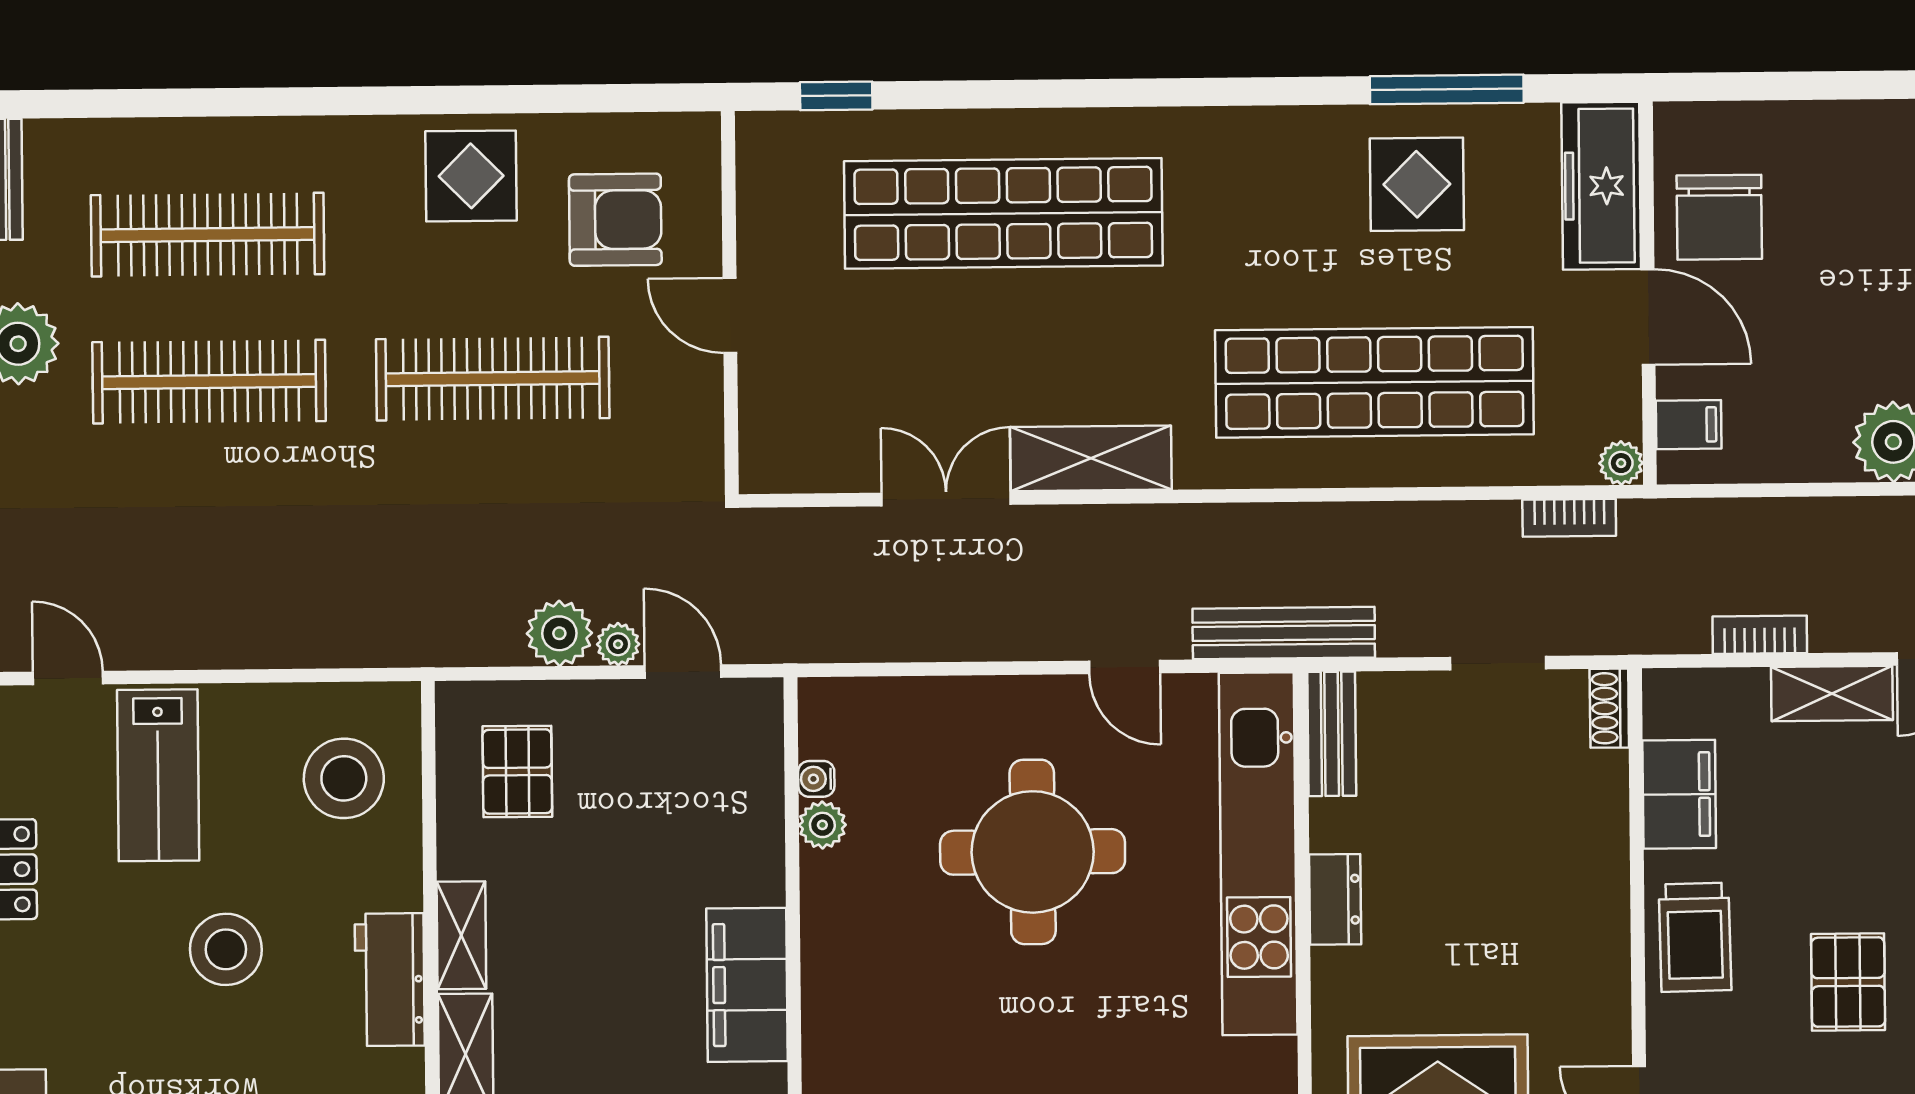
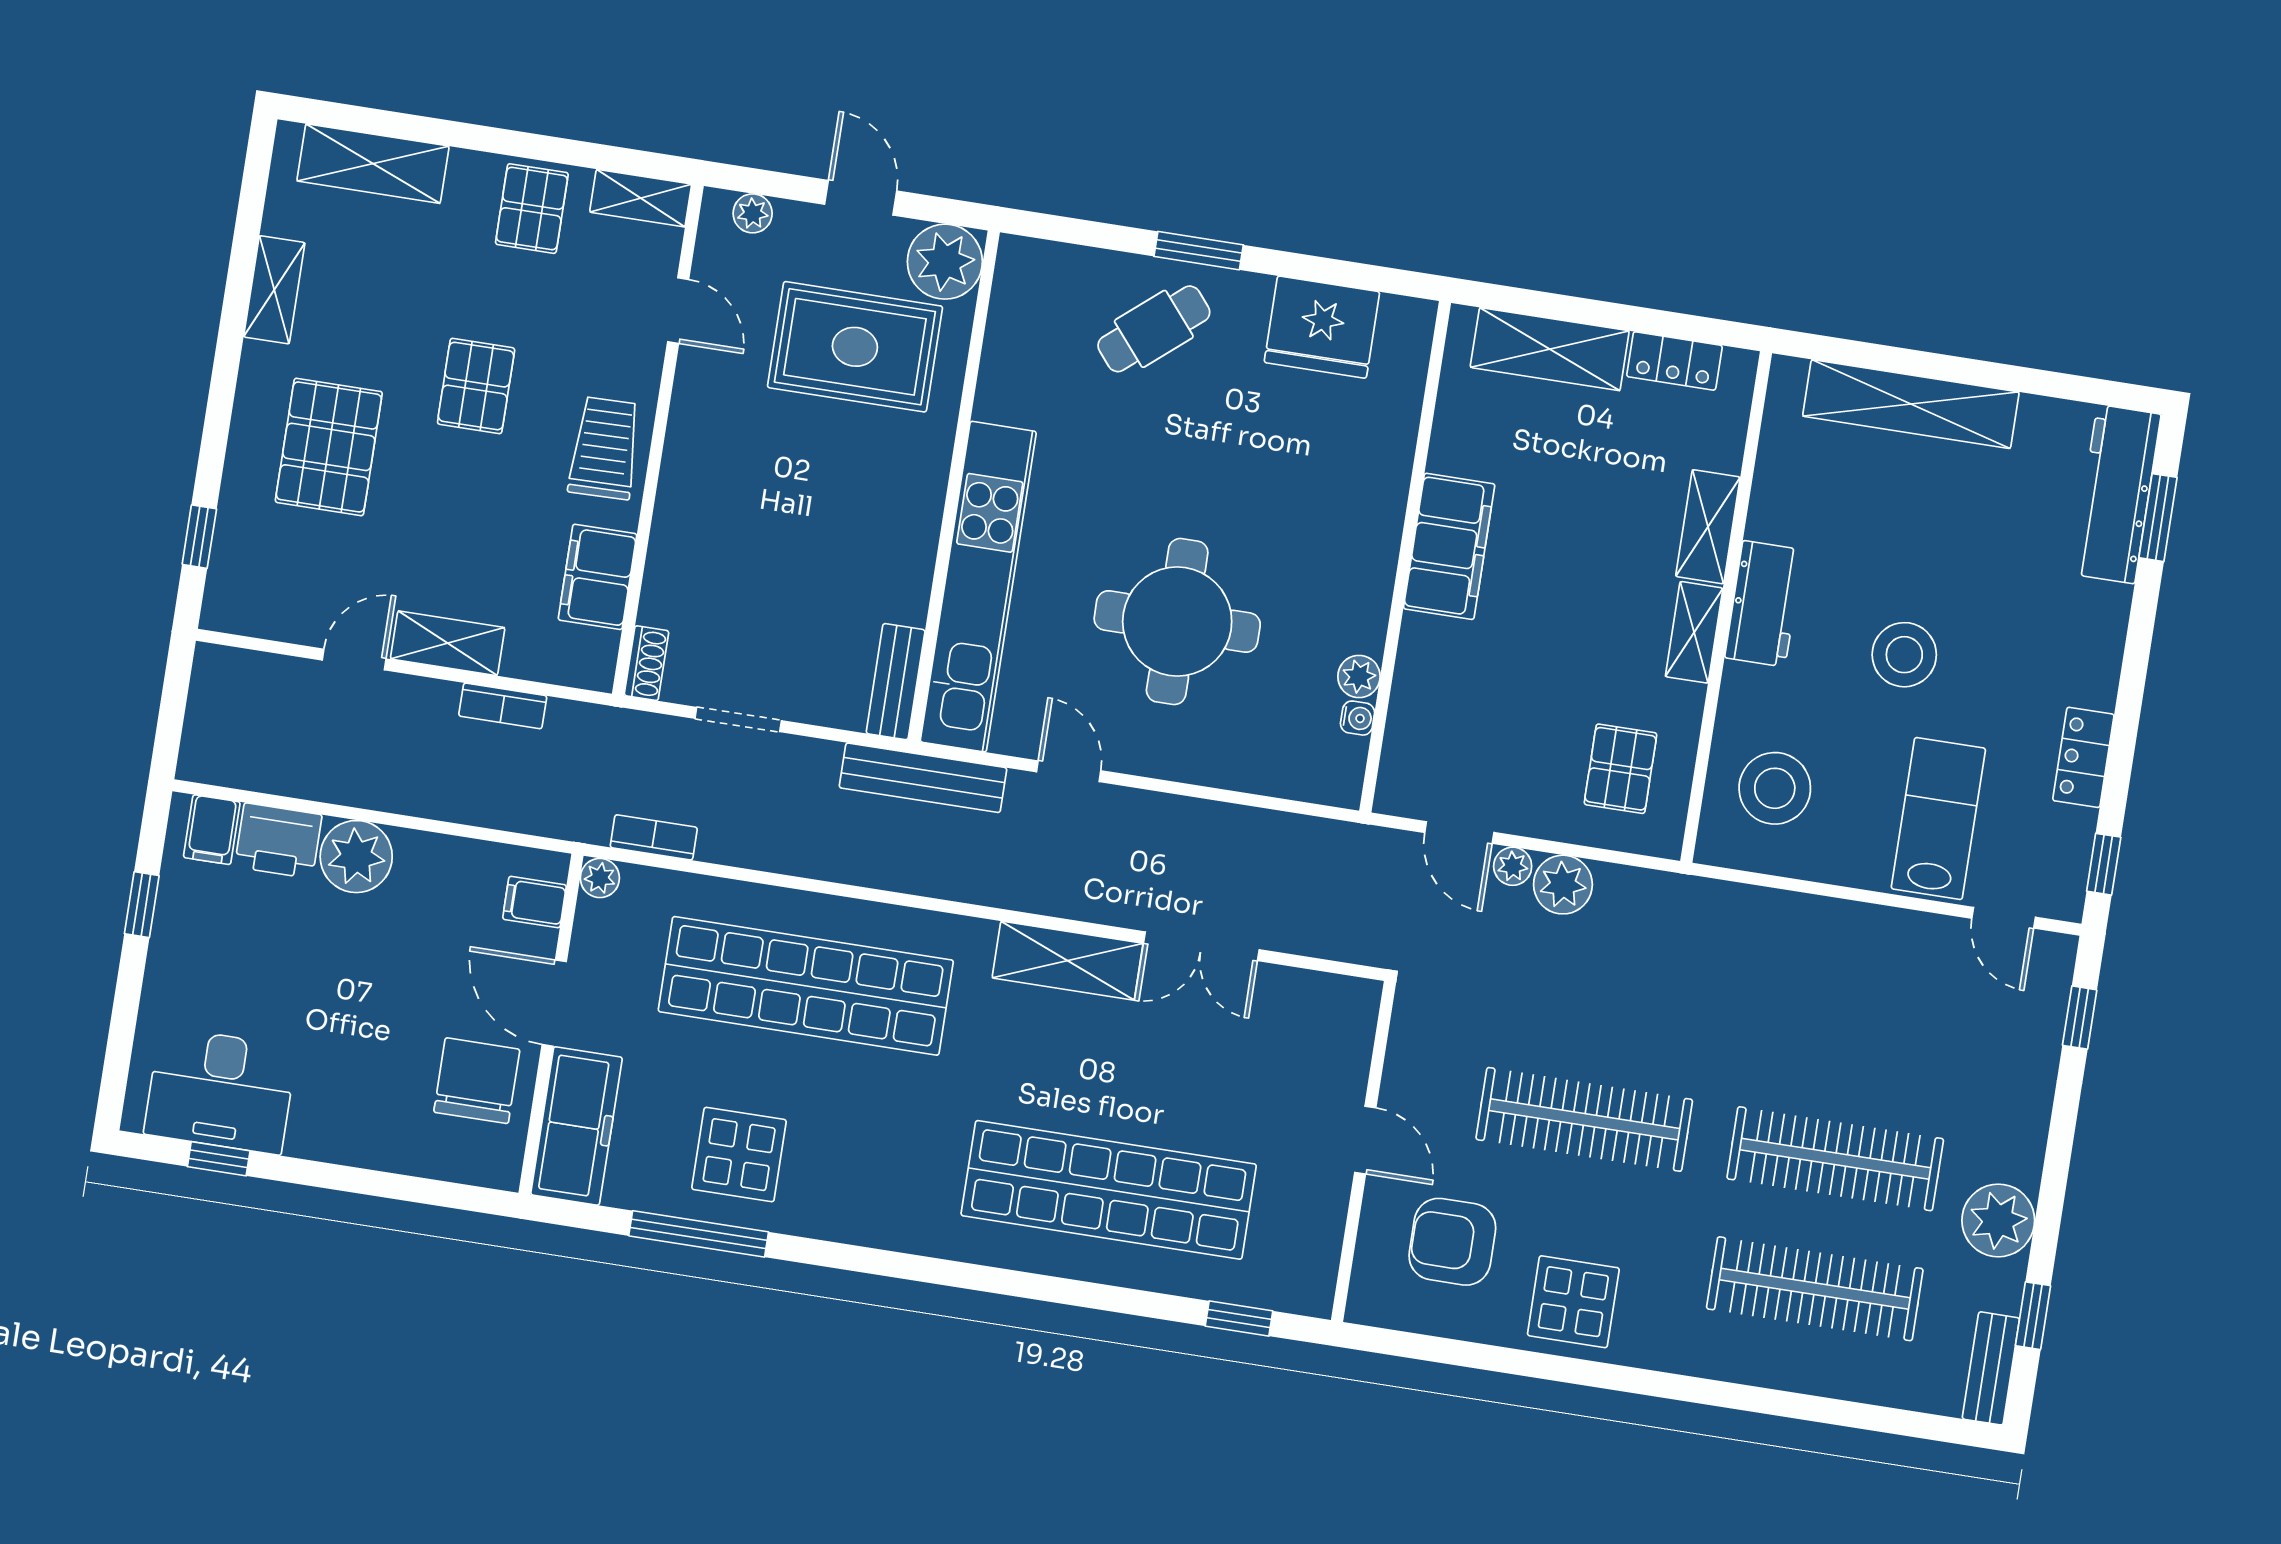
dresser: (1335, 899) -> (917, 535), removed

